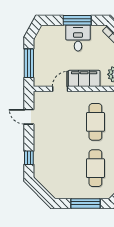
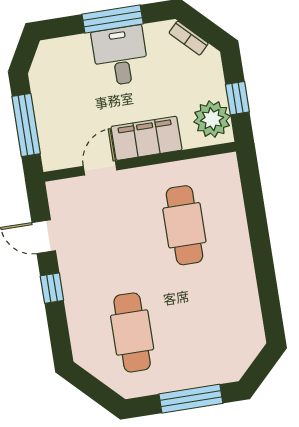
window: (29, 158) -> (52, 288), moved
cafe table: (95, 168) -> (132, 332), moved

